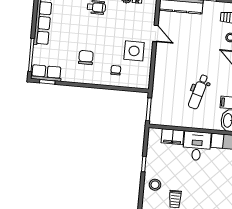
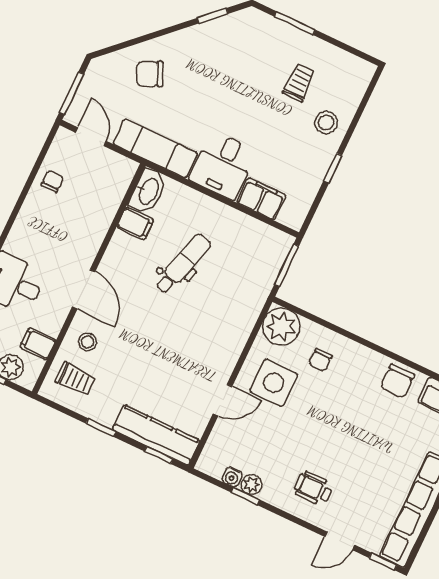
door: (155, 34) -> (223, 400), swing flipped
chair: (86, 57) -> (397, 381), moved
plant: (140, 79) -> (281, 327), added

